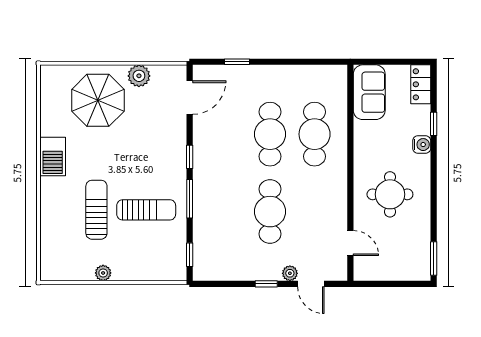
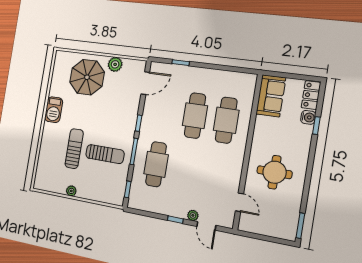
water cooler: (422, 145) -> (308, 117), moved
cafe table: (270, 212) -> (156, 164), moved

